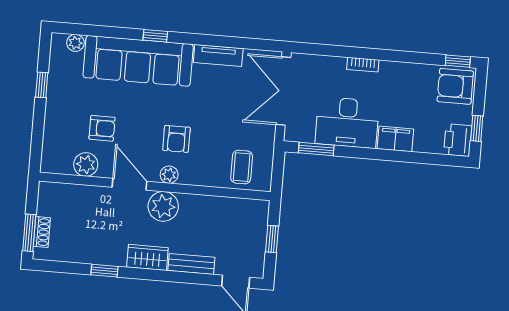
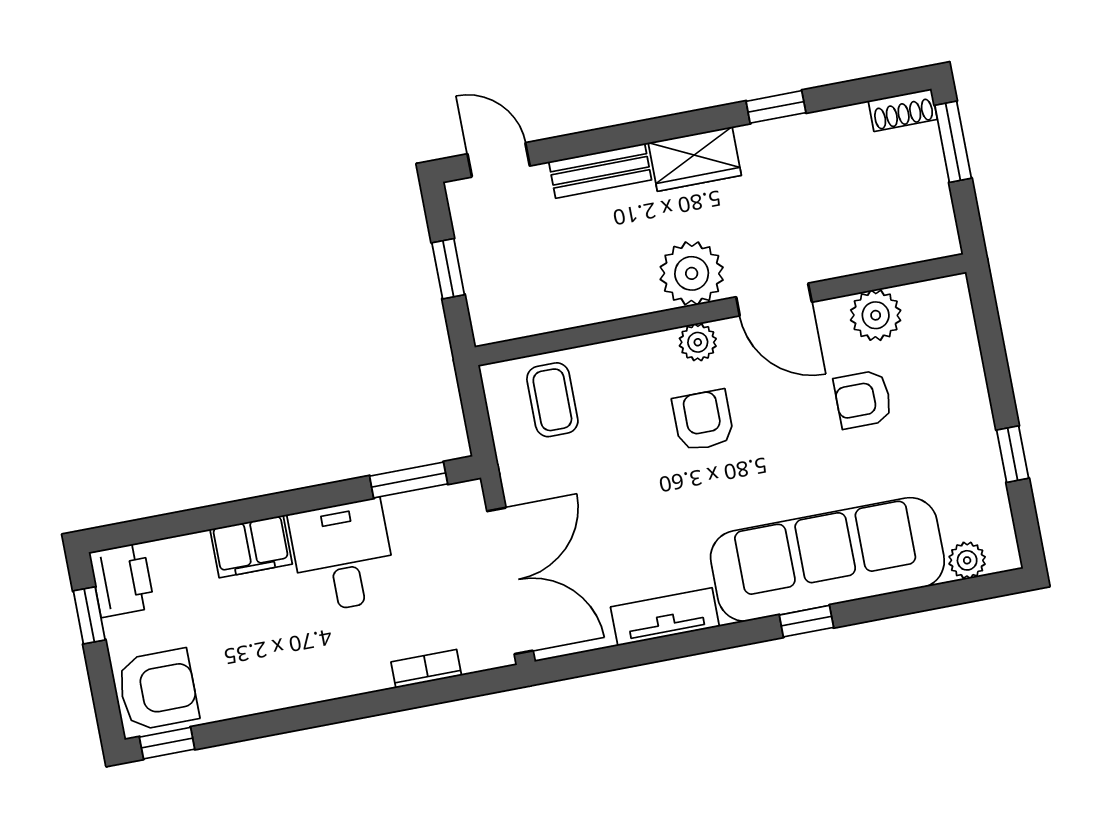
bookcase: (363, 65) -> (426, 669), moved
desk: (347, 122) -> (343, 556), width x0.73
shoe rack: (42, 232) -> (903, 110), moved, turned -90

